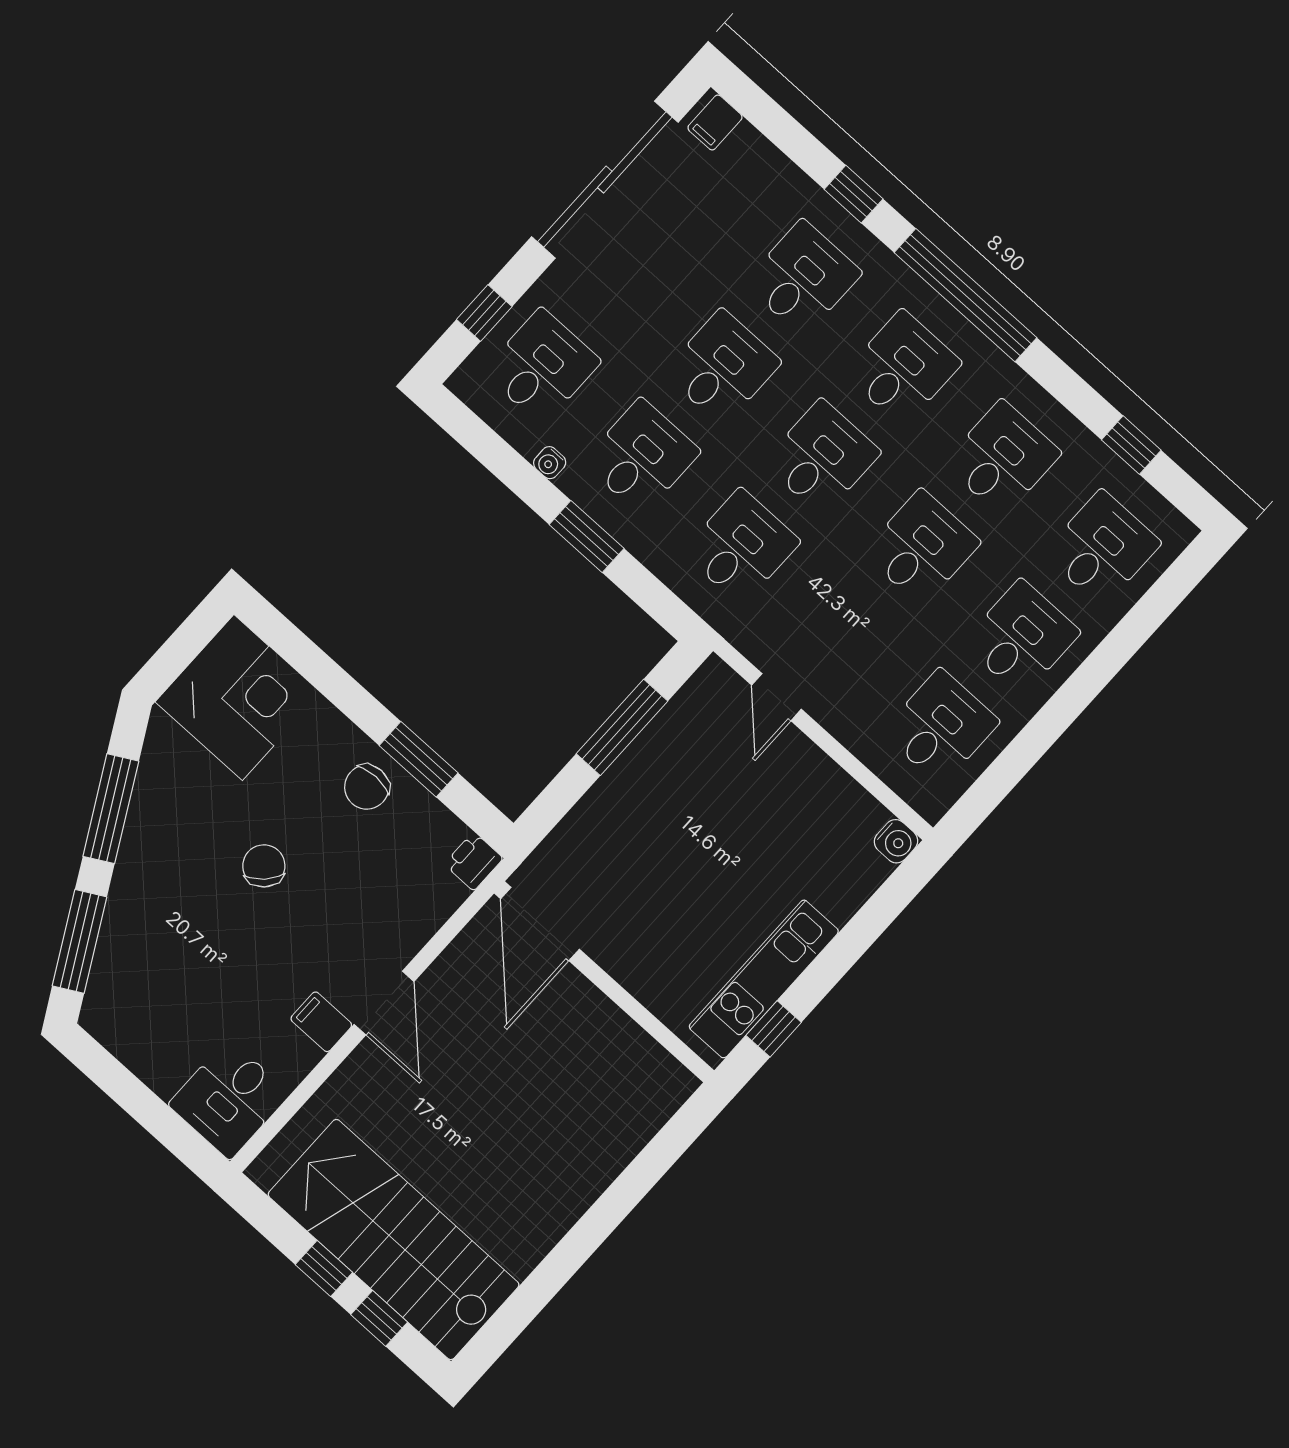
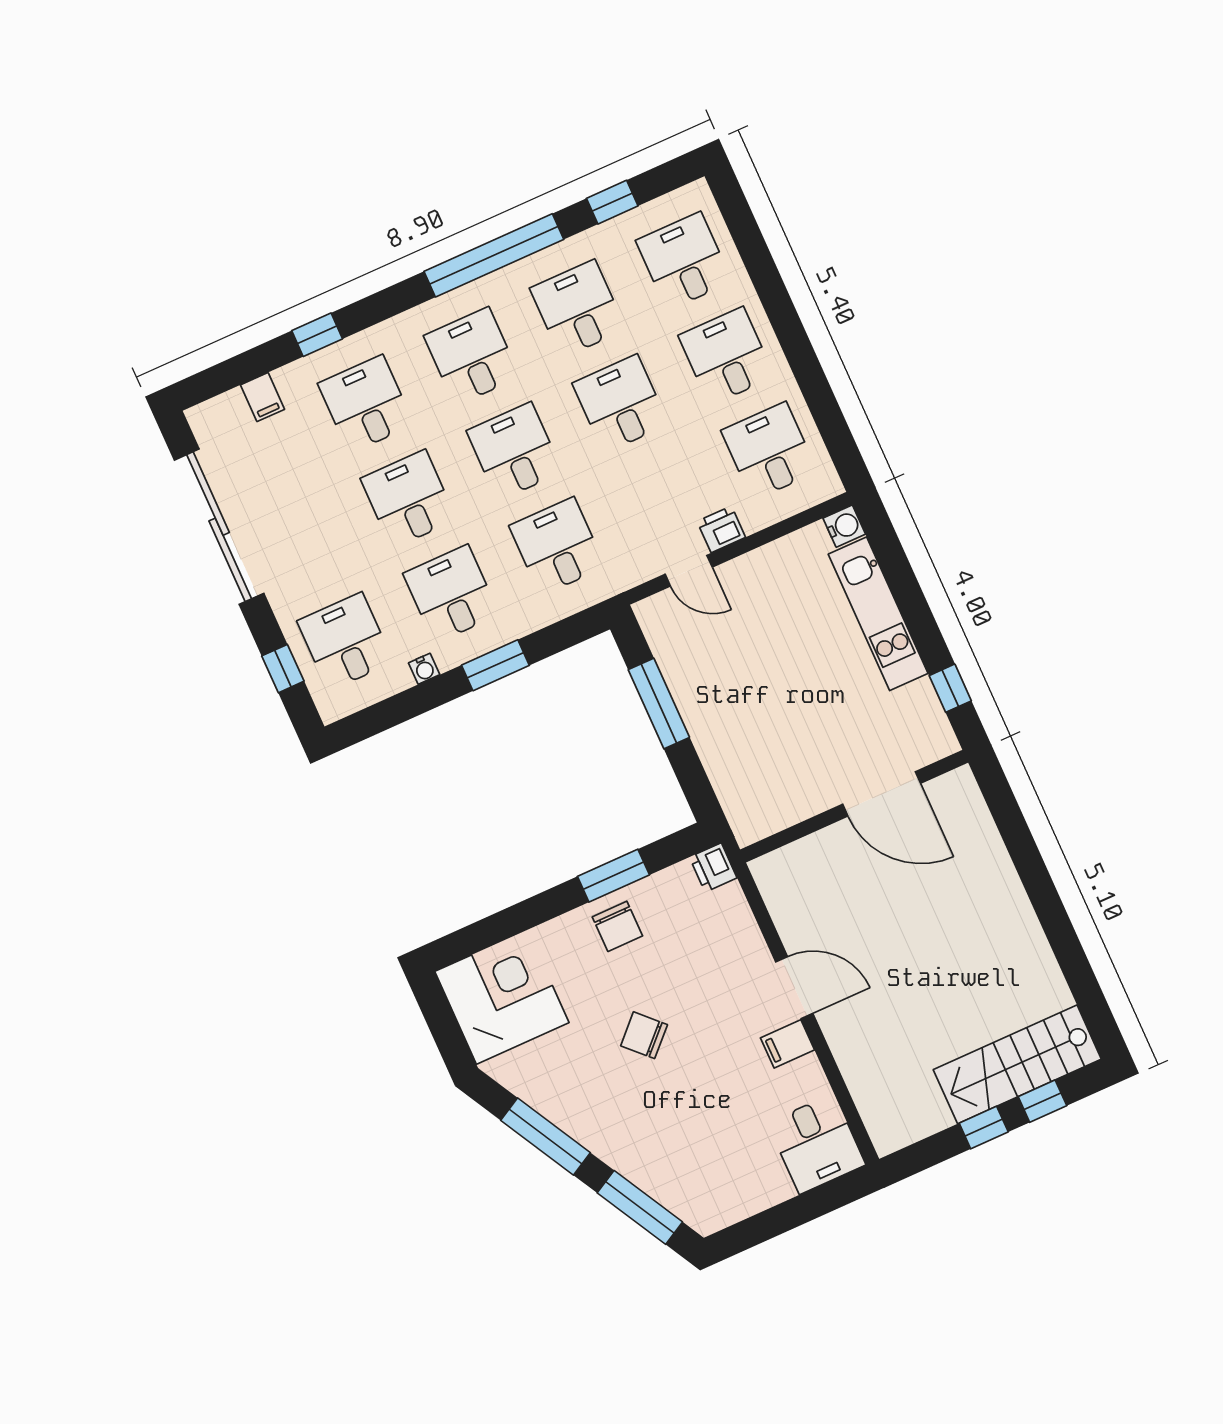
filing cabinet: (715, 122) -> (263, 397), moved
window: (965, 295) -> (494, 255), moved
printer: (835, 712) -> (721, 529), added
door: (540, 924) -> (882, 794), moved
kitchen unit: (764, 979) -> (878, 614), moved
stairs: (394, 1240) -> (1017, 1064), width x0.73, depth x0.66

